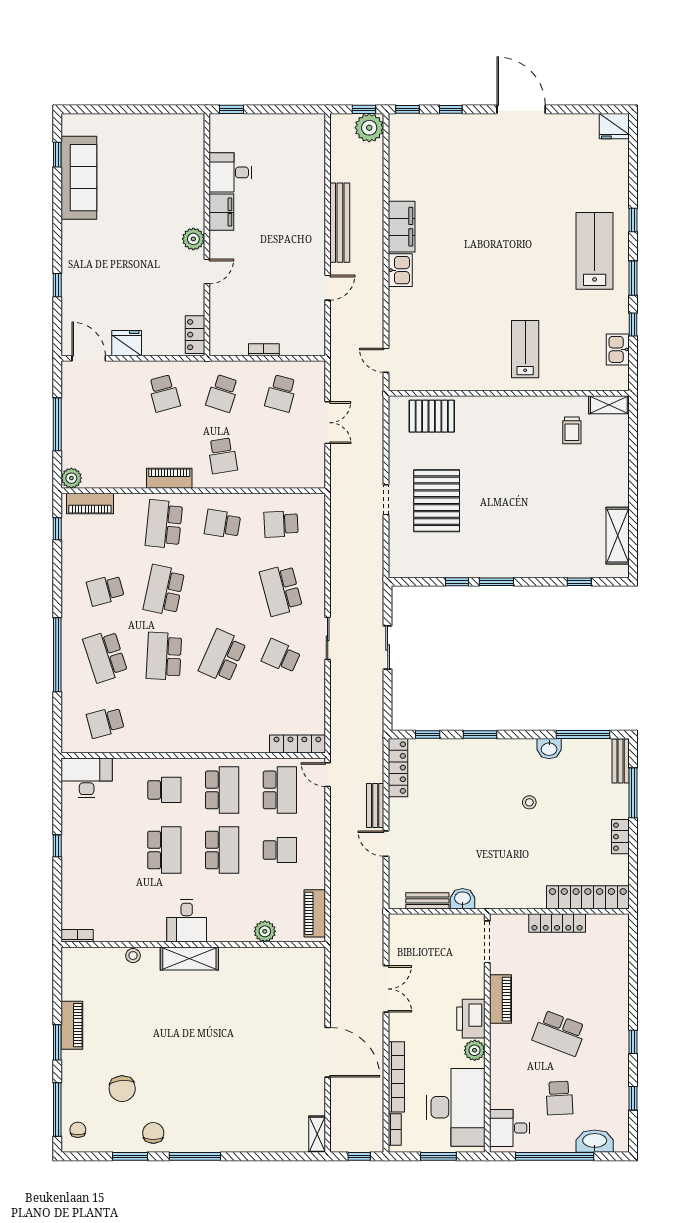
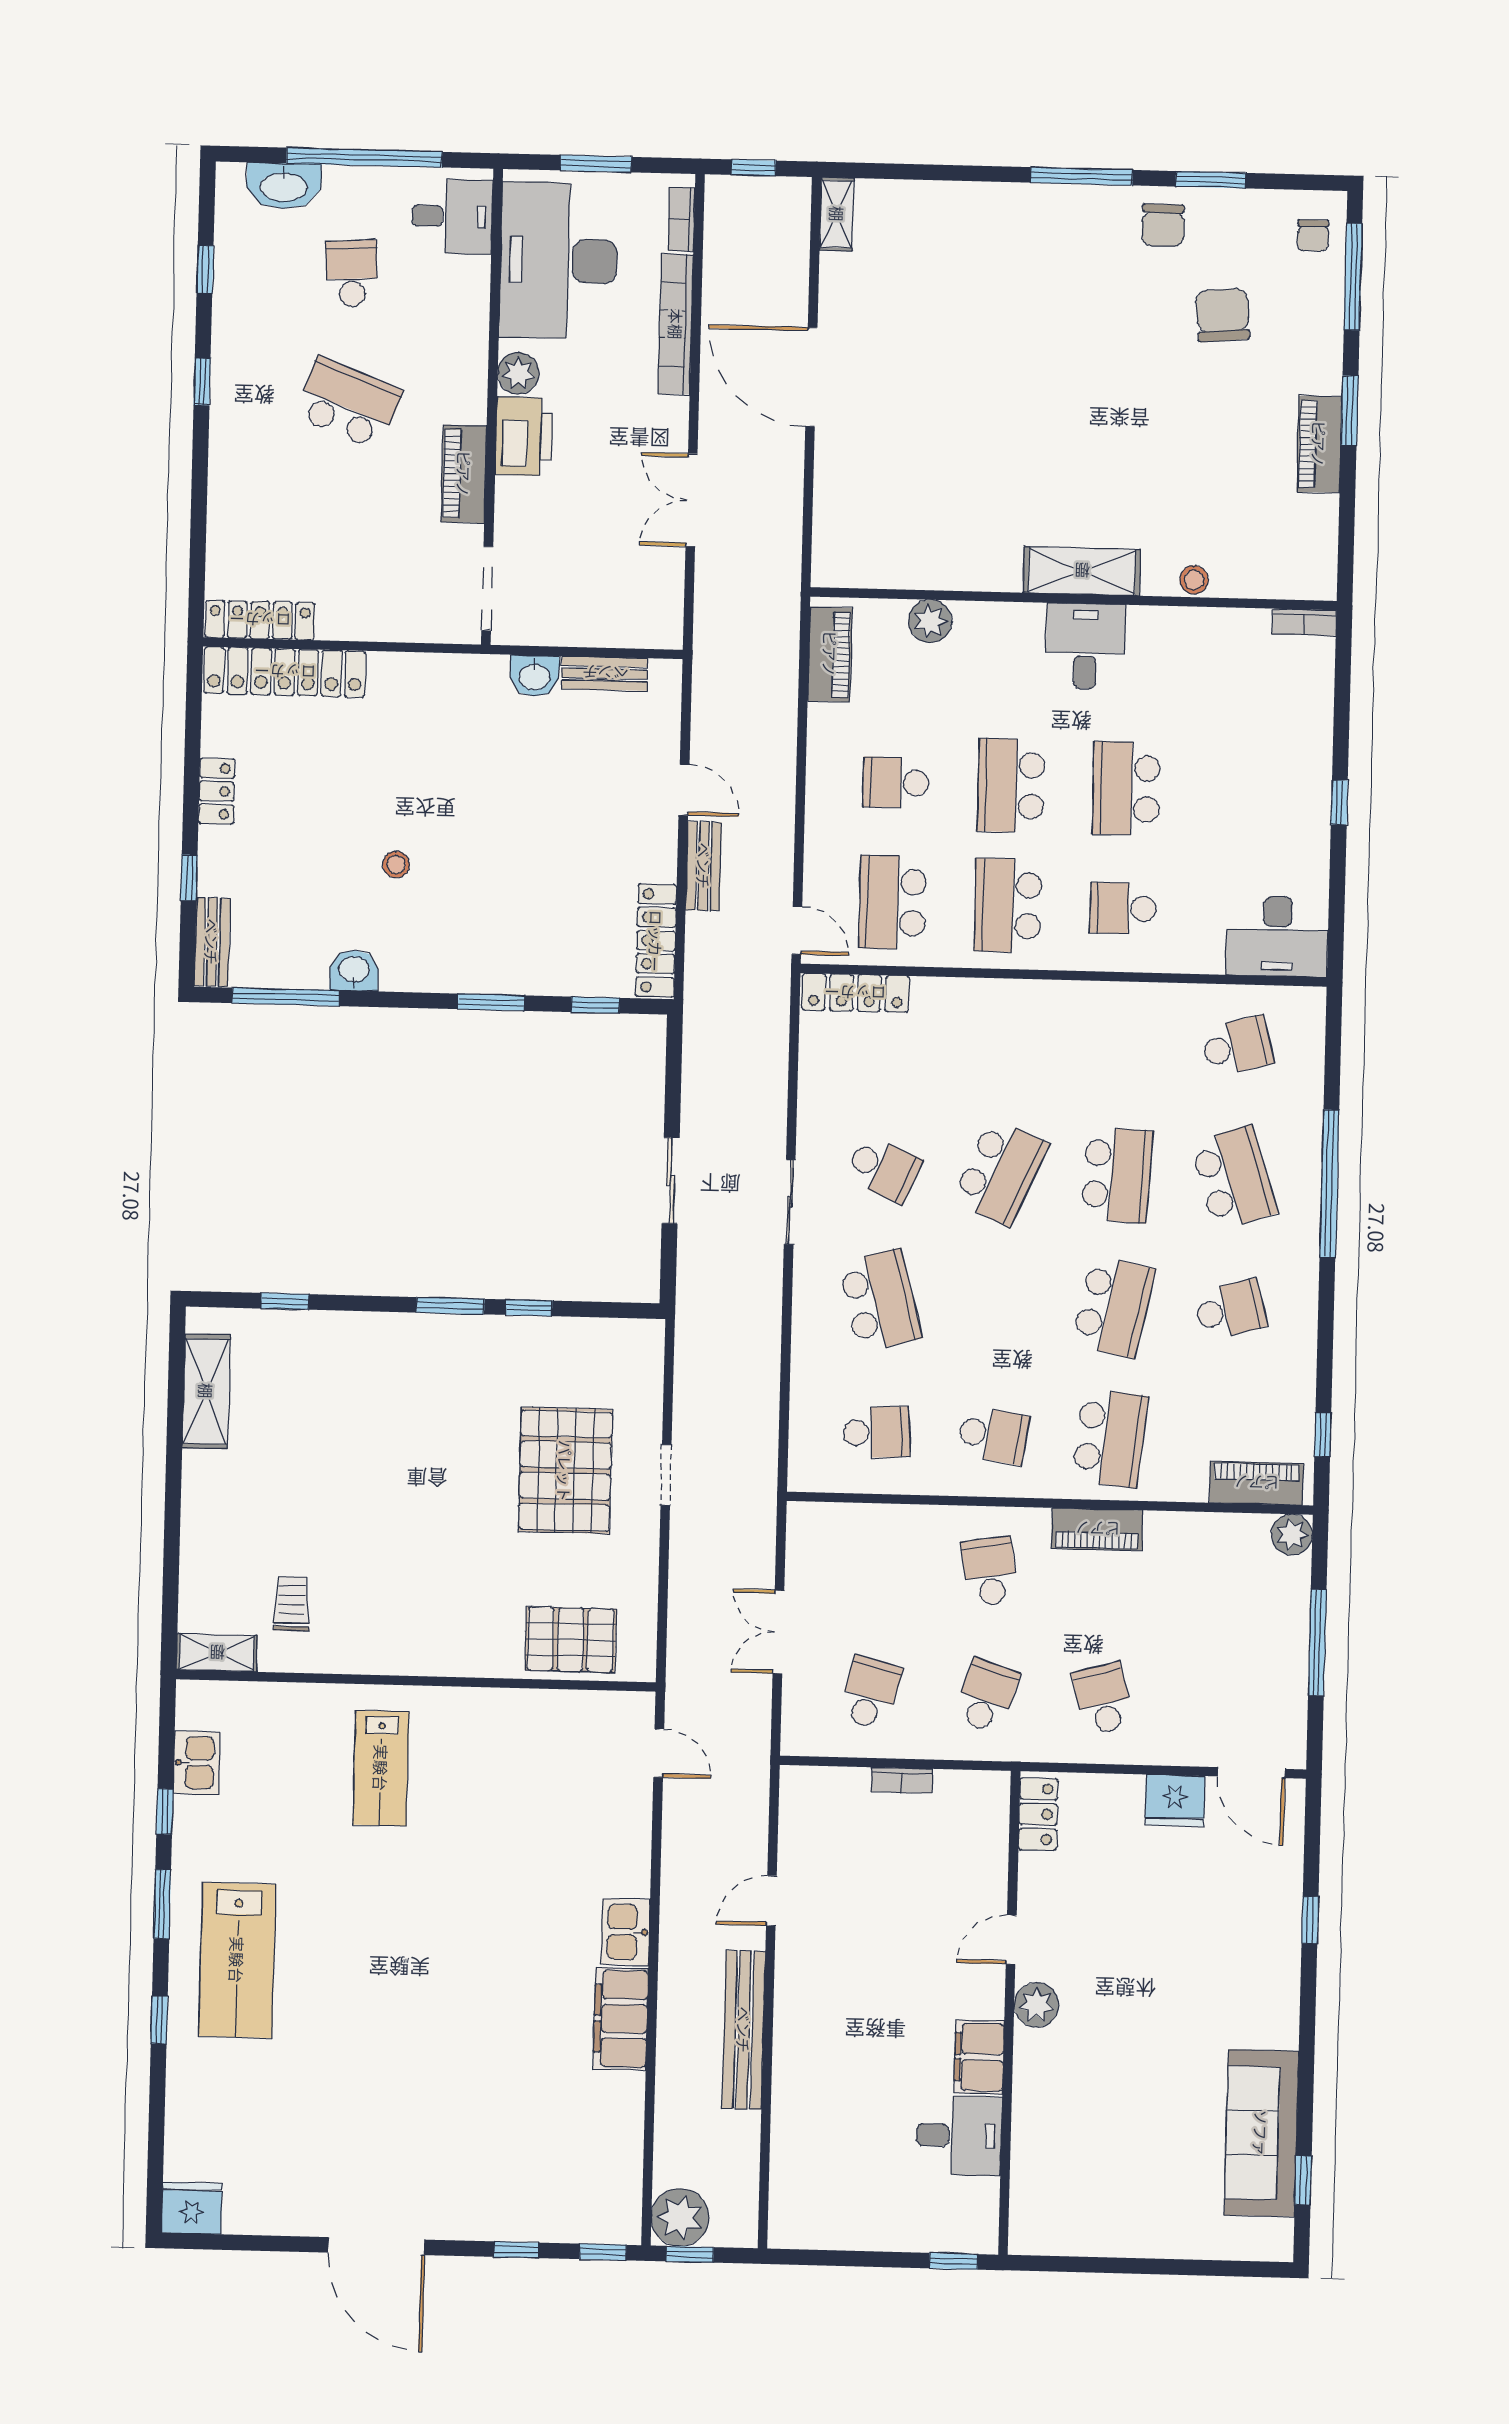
window: (633, 793) -> (189, 878), width x0.46
locker: (557, 923) -> (260, 620), moved

